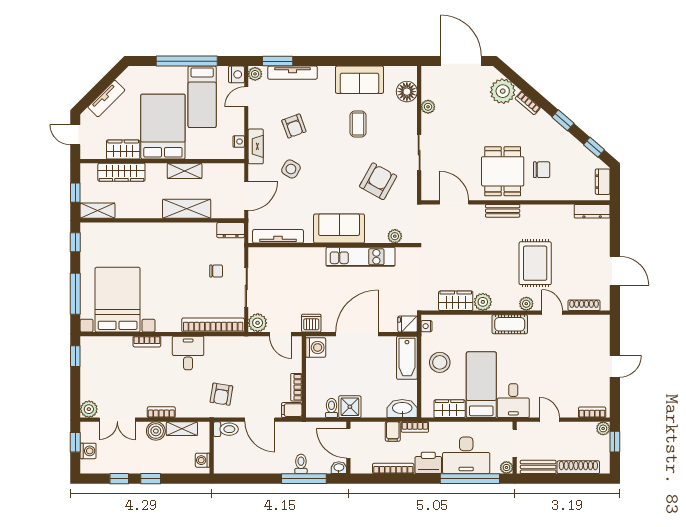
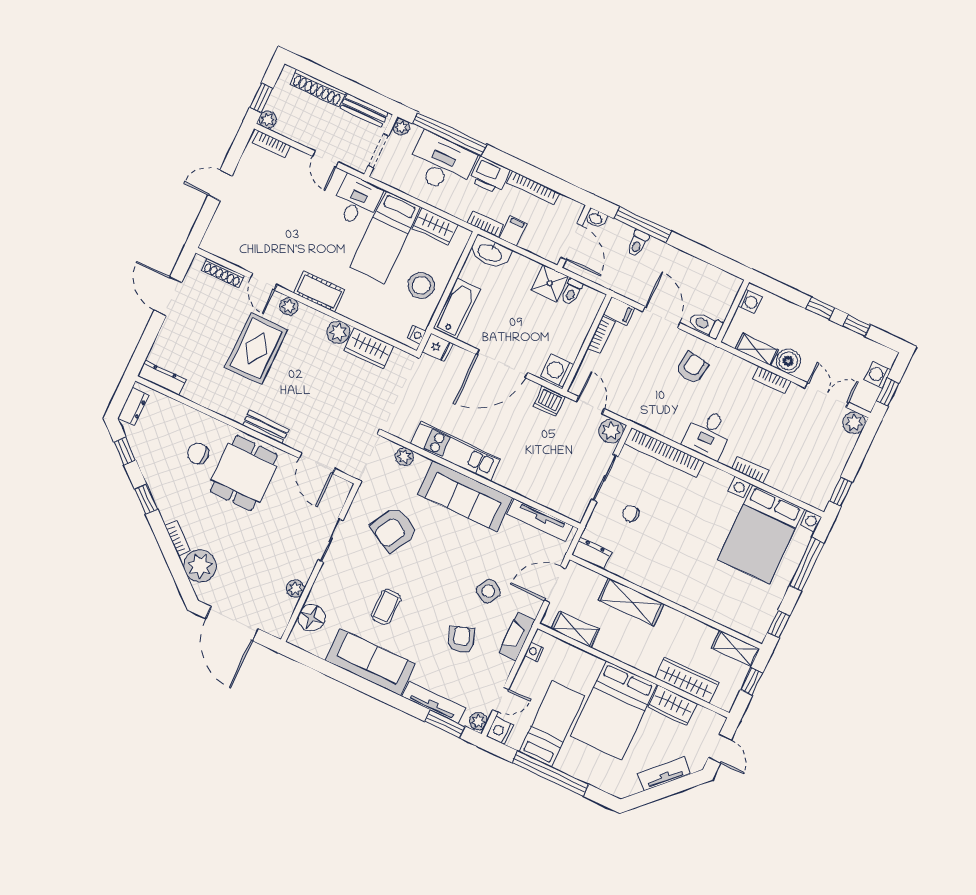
sofa: (359, 80) -> (370, 662), width x1.36
shelving: (185, 171) -> (575, 629), moved
sofa: (339, 229) -> (465, 496), width x1.36

